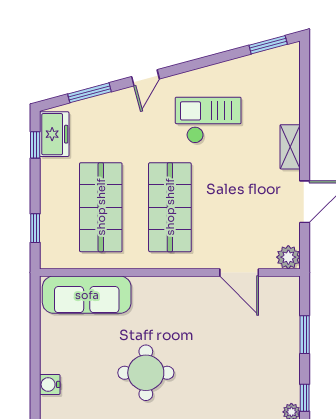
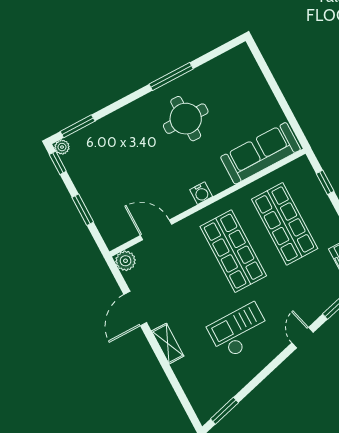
checkout: (208, 120) -> (239, 331), turned 180
water cooler: (50, 384) -> (201, 193), moved, turned 90

